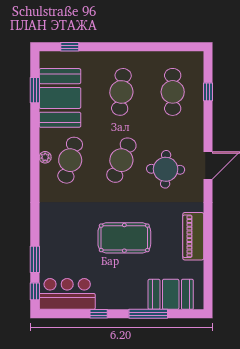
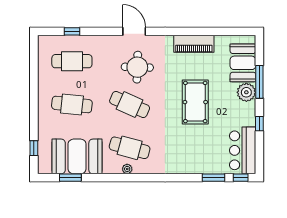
plant: (136, 298) -> (246, 92), added

